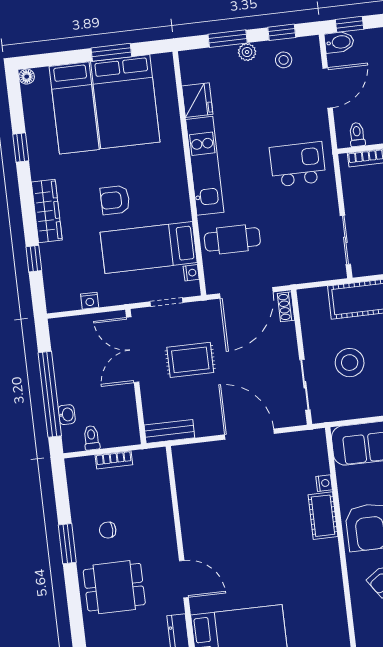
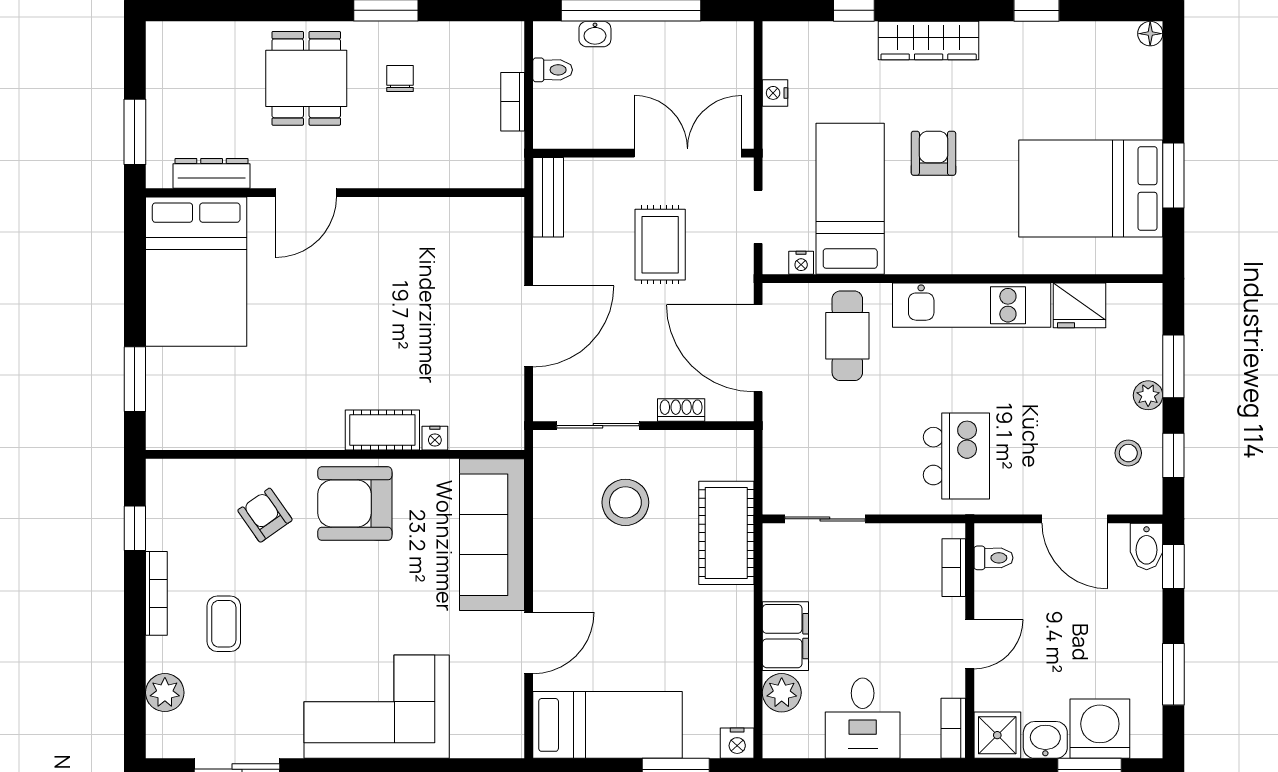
bed: (74, 108) -> (1090, 105), removed
shoe rack: (286, 307) -> (681, 410), moved

